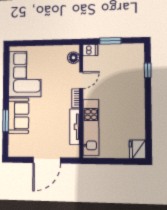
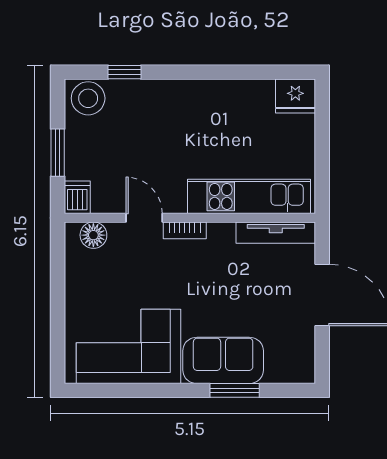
stool: (135, 54) -> (88, 98), added
tv unit: (75, 127) -> (276, 233), moved

